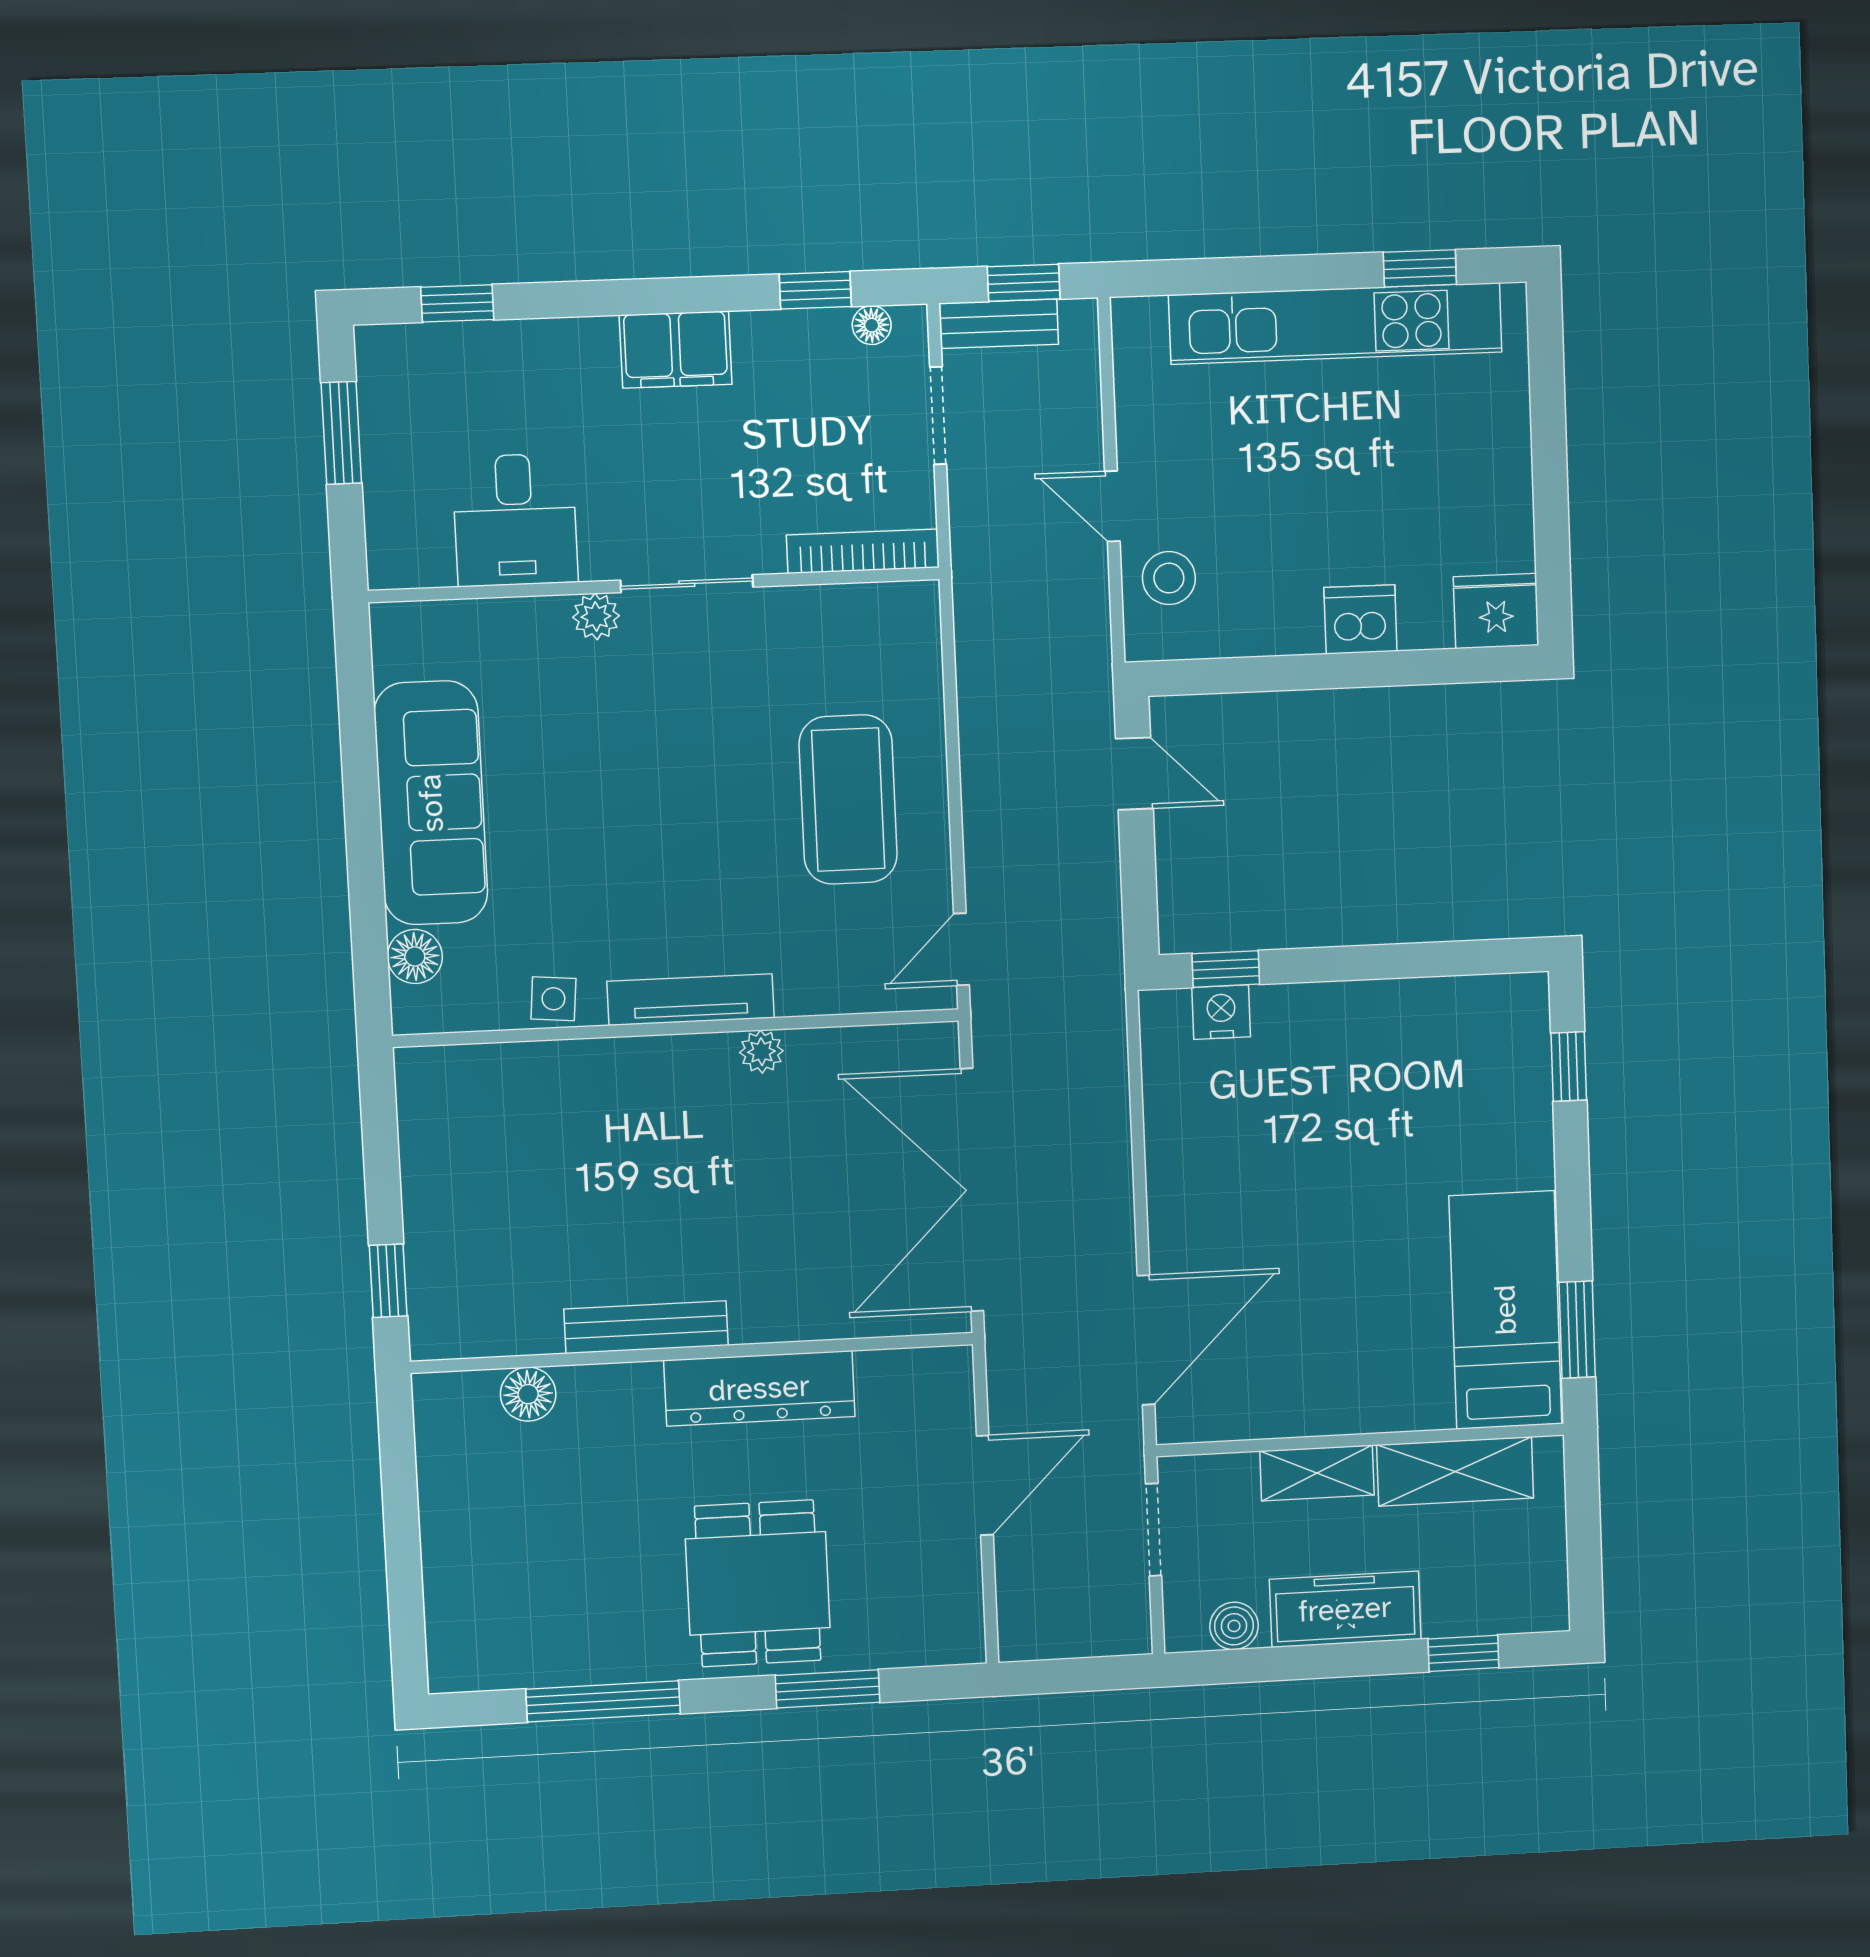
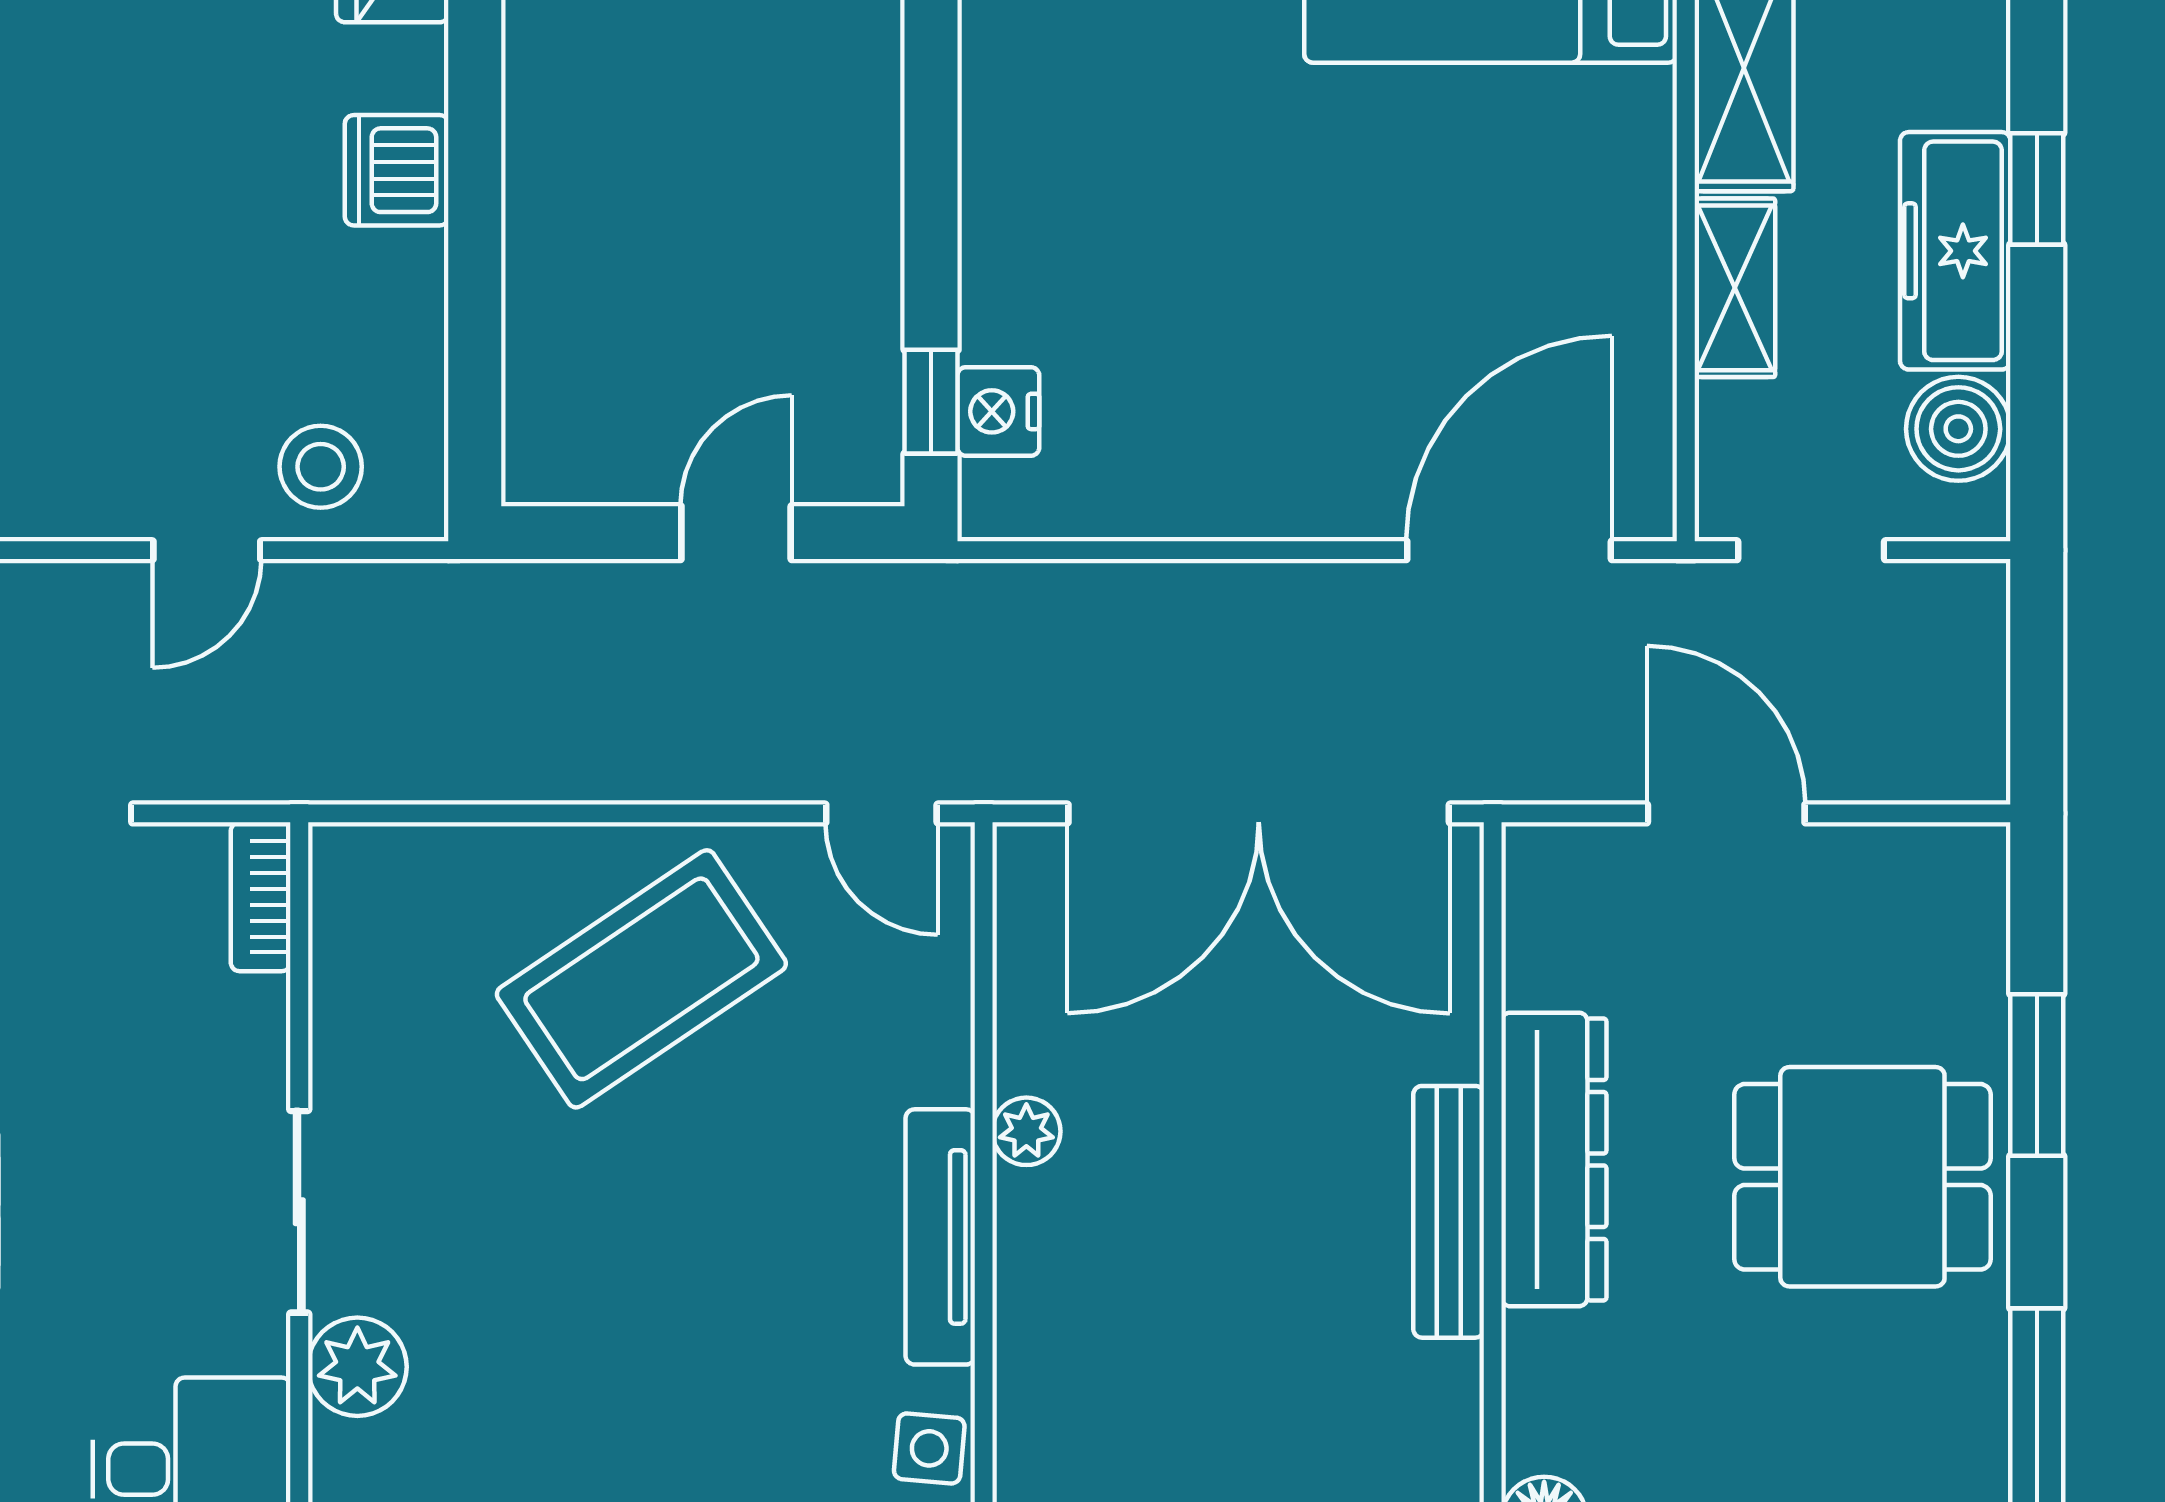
bookcase: (863, 551) -> (261, 897), width x0.64
plant: (596, 616) -> (357, 1367), width x1.38, depth x1.38
door: (1134, 774) -> (736, 533), moved
coffee table: (848, 800) -> (641, 979), turned -34
bench: (646, 1327) -> (1449, 1212), moved
door: (1146, 1340) -> (1509, 550), hinge flipped
boiler: (1234, 1626) -> (1958, 429), width x1.36, depth x1.36
window: (1463, 1653) -> (2037, 189), moved

